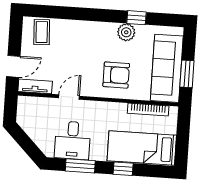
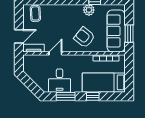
armchair: (116, 75) -> (84, 37), turned -141

